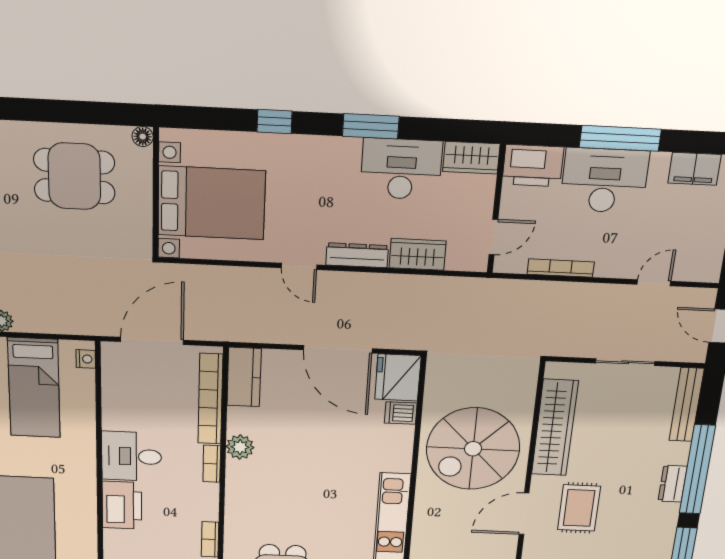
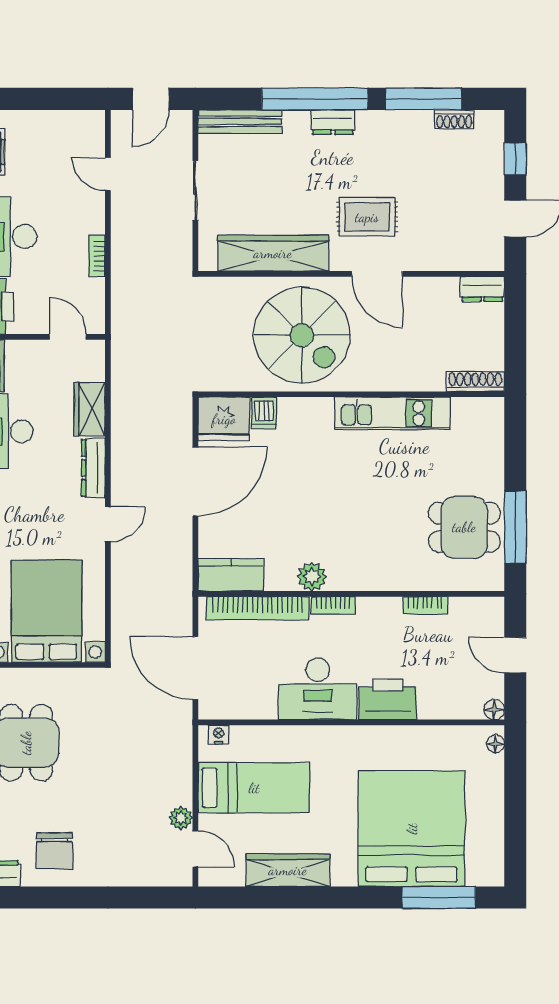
bookcase: (561, 268) -> (97, 256), width x0.64
desk: (131, 456) -> (318, 689), width x1.37

